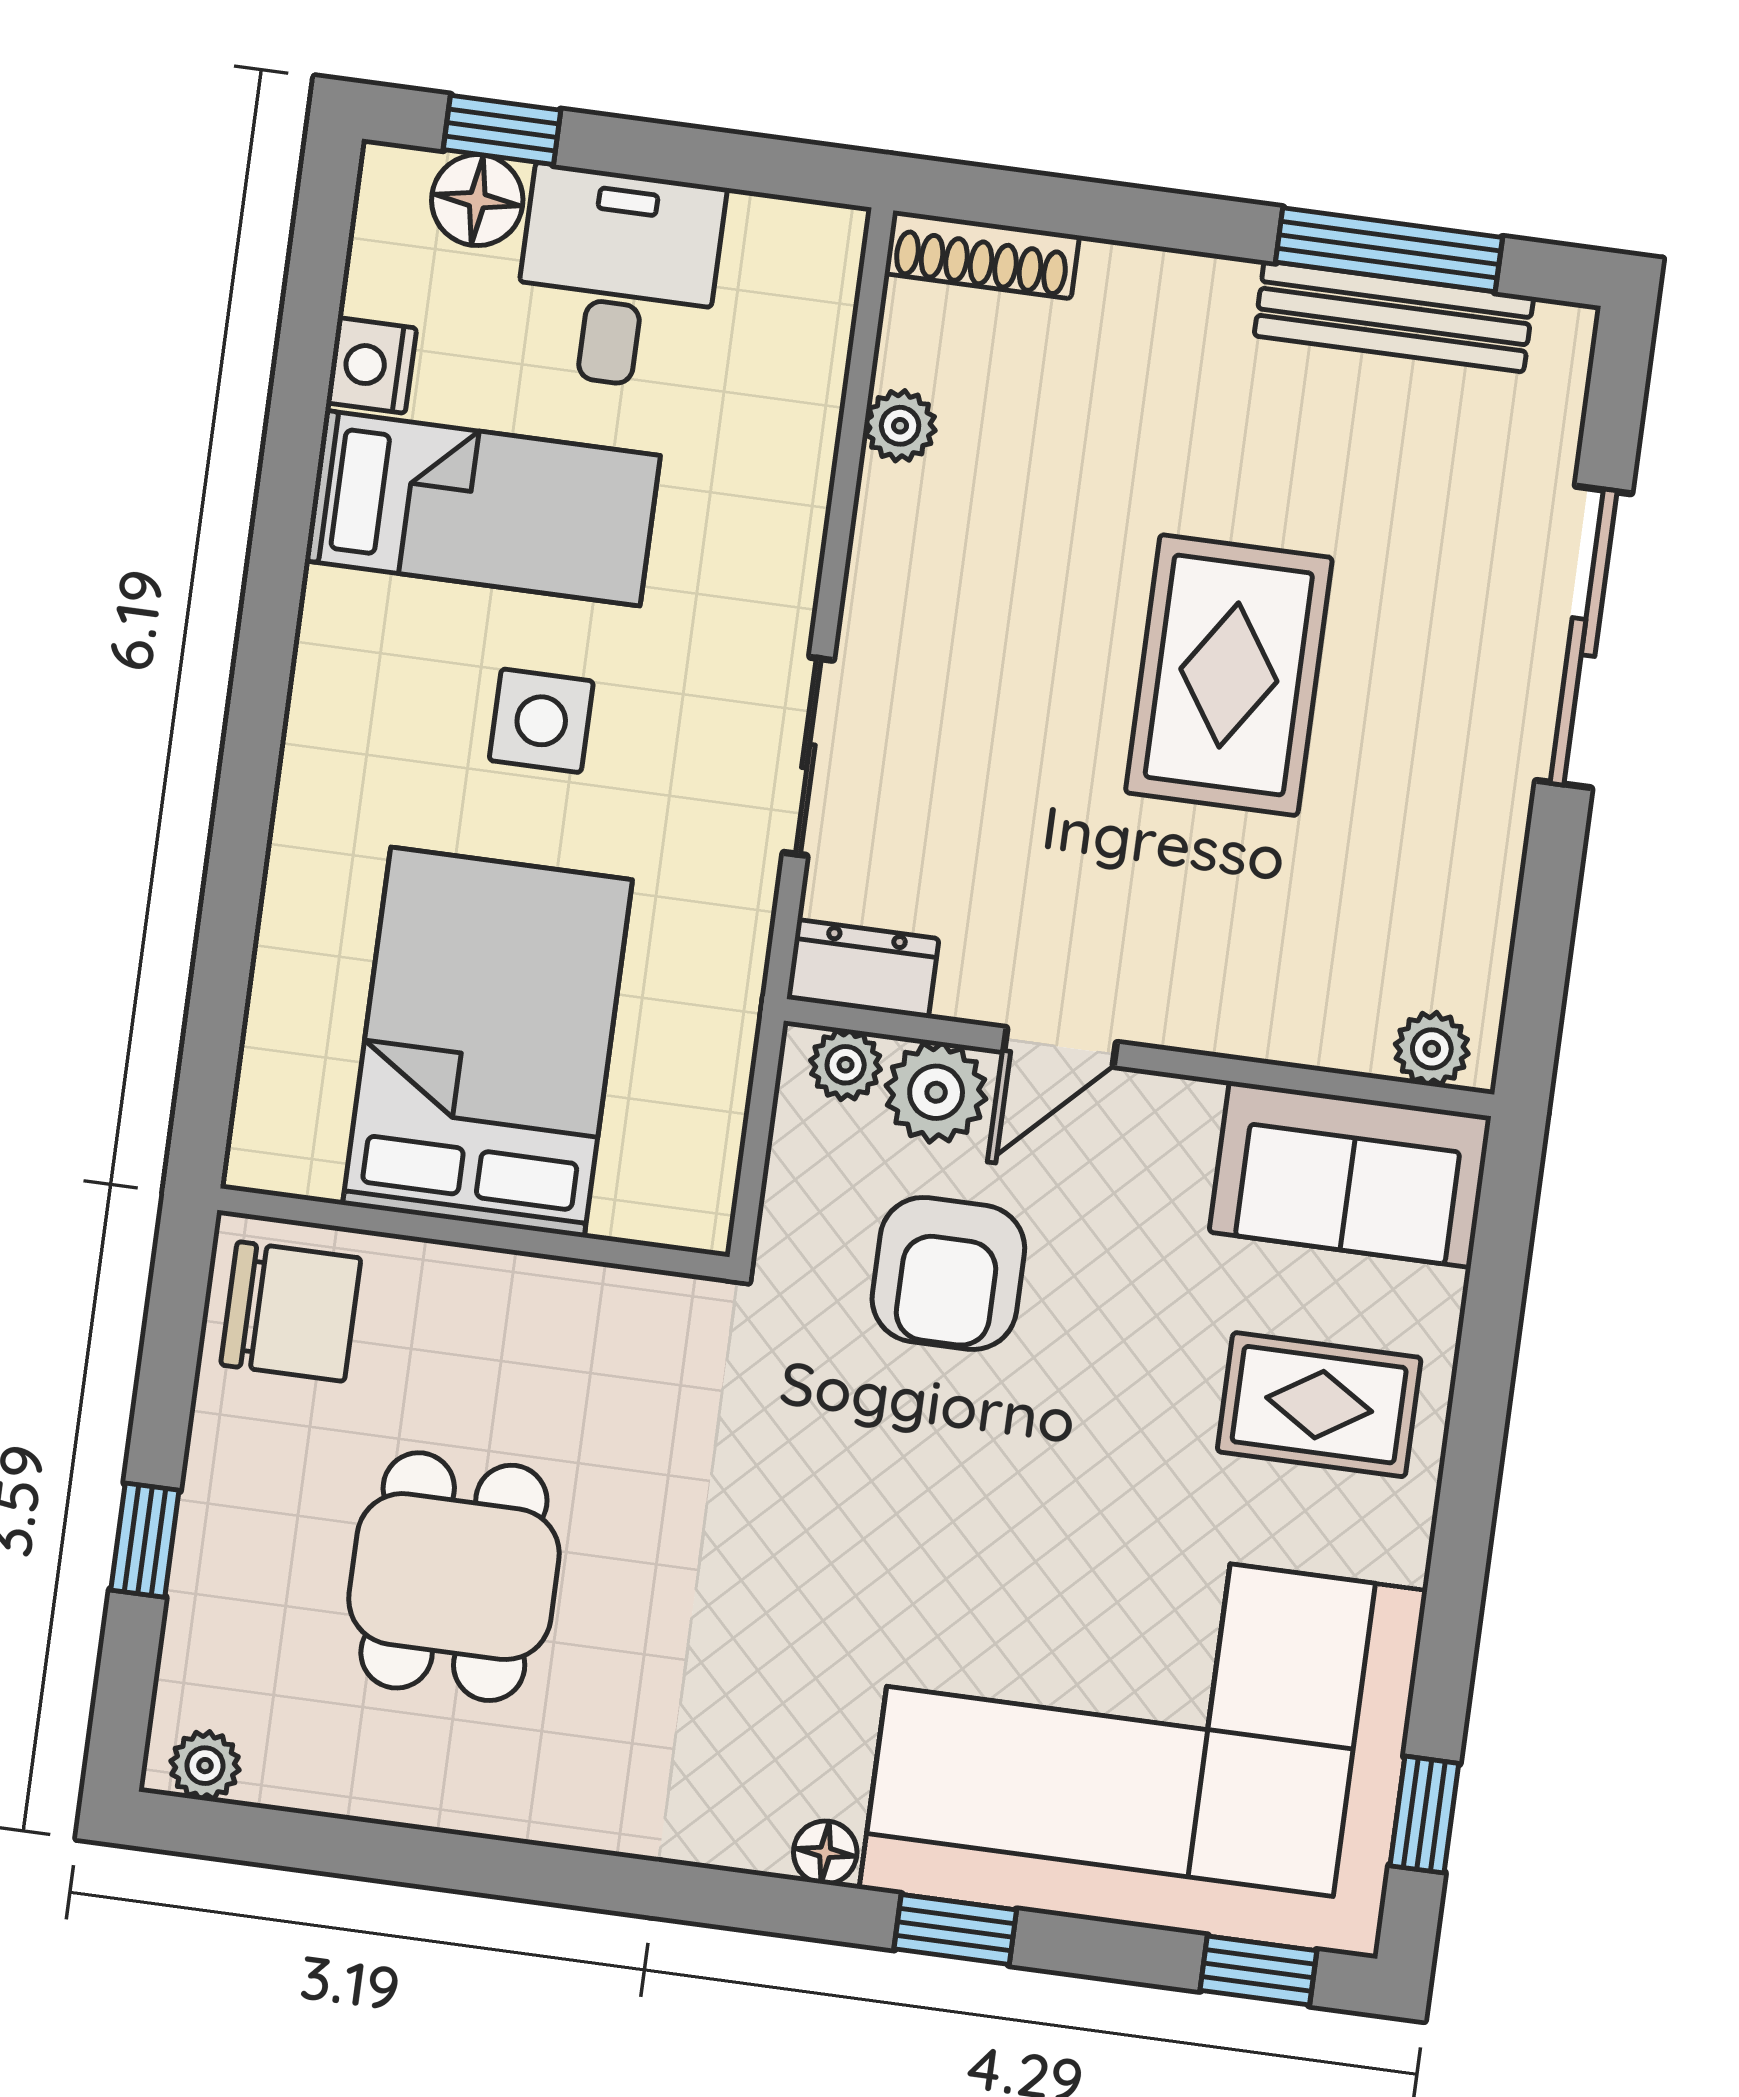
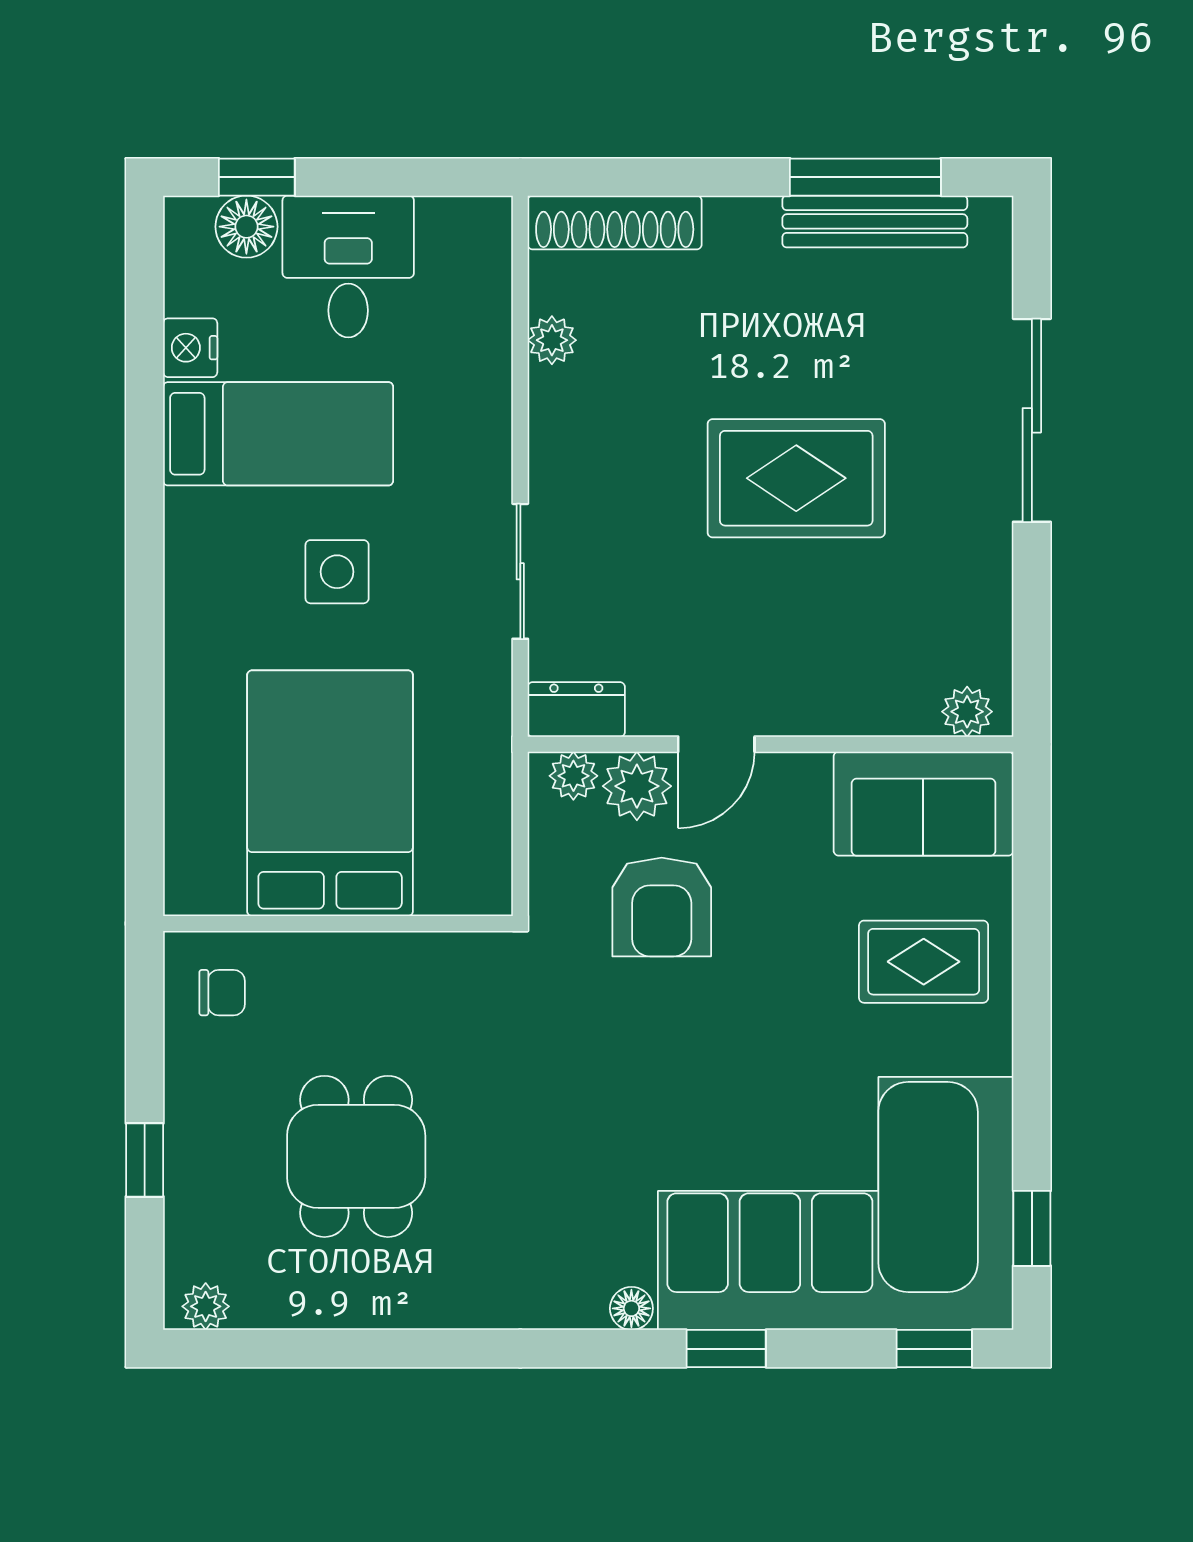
shoe rack: (982, 255) -> (615, 222), width x1.36, depth x1.24
rug: (1229, 675) -> (796, 478), turned 90
chair: (291, 1312) -> (222, 993), width x0.54, depth x0.54

